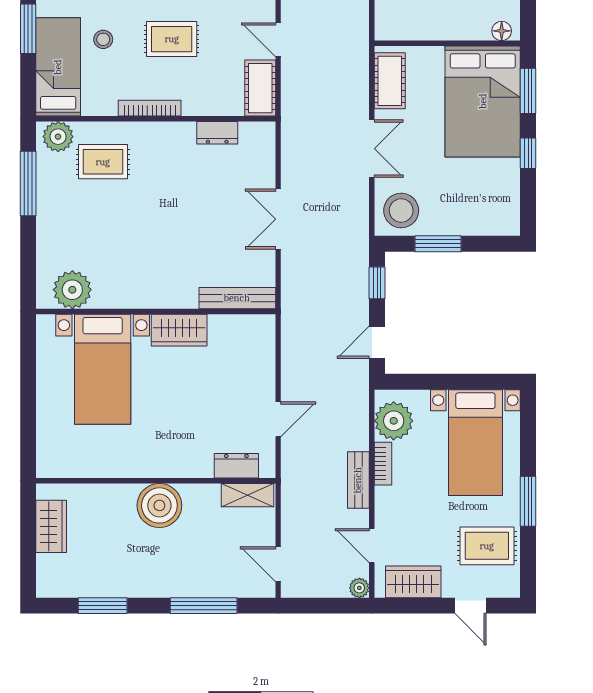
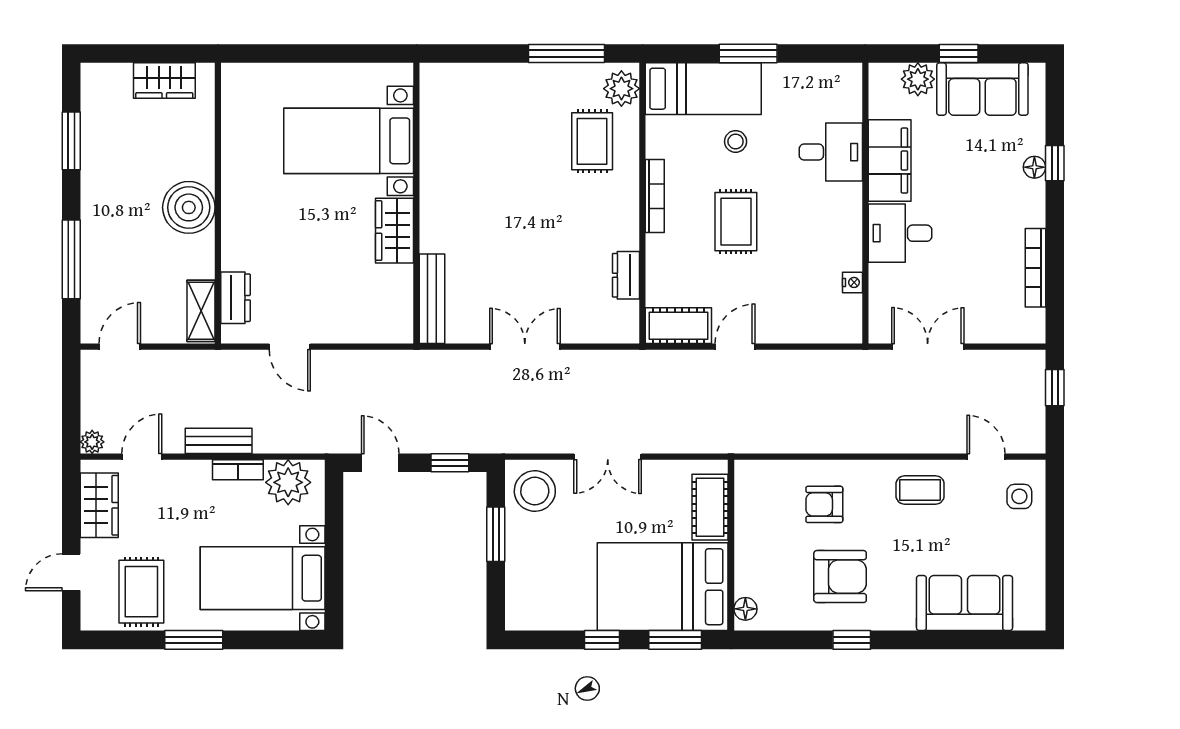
cot: (390, 81) -> (710, 507), moved, turned 90
plant: (72, 290) -> (442, 105), removed

